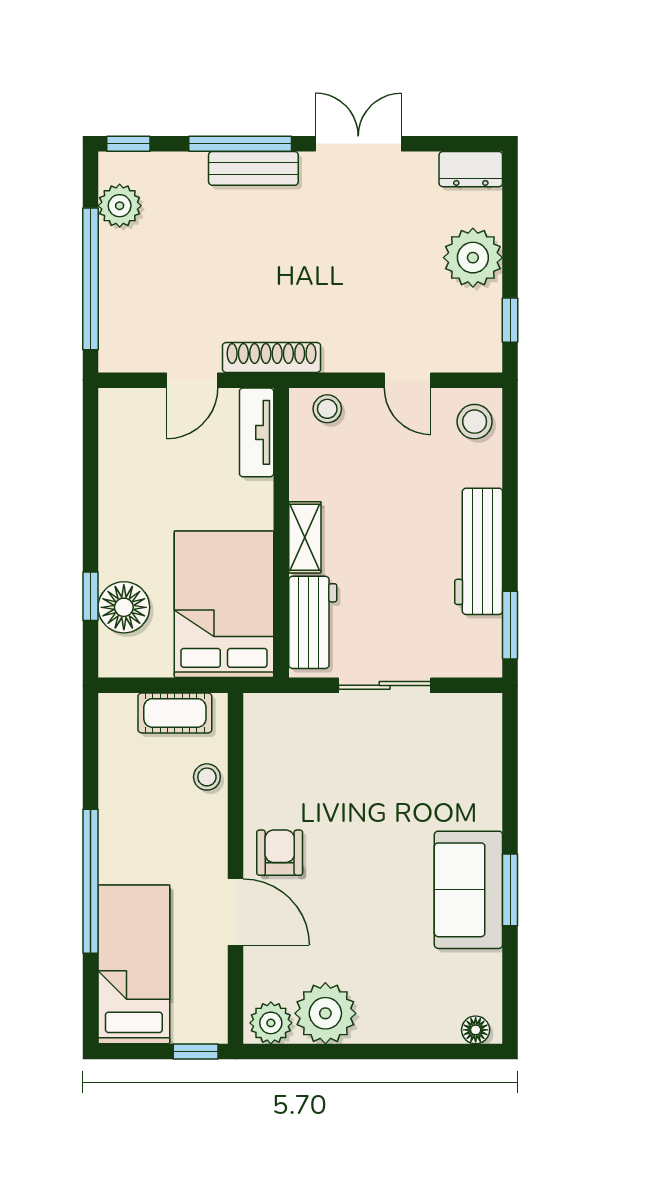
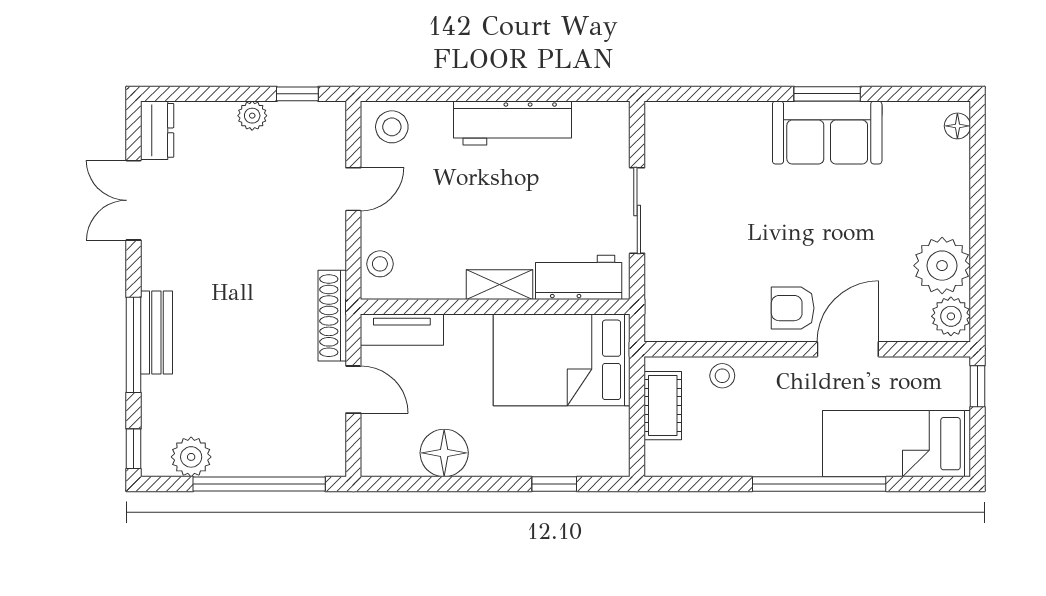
double door: (358, 144) -> (133, 200), moved
plant: (473, 258) -> (252, 116), width x0.53, depth x0.53
floor lamp: (124, 607) -> (444, 453), moved
window: (510, 625) -> (581, 94), removed

